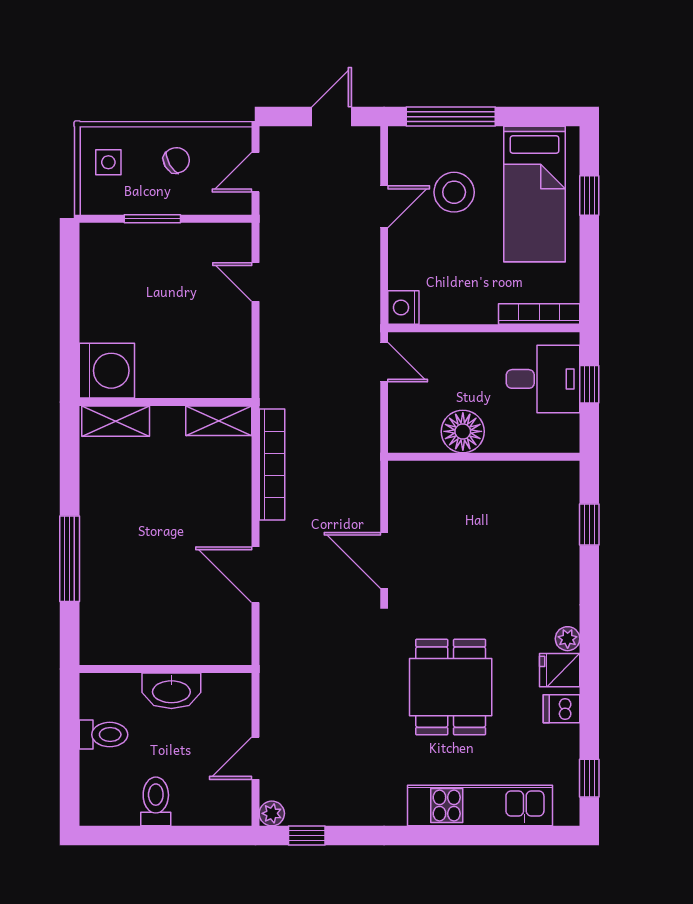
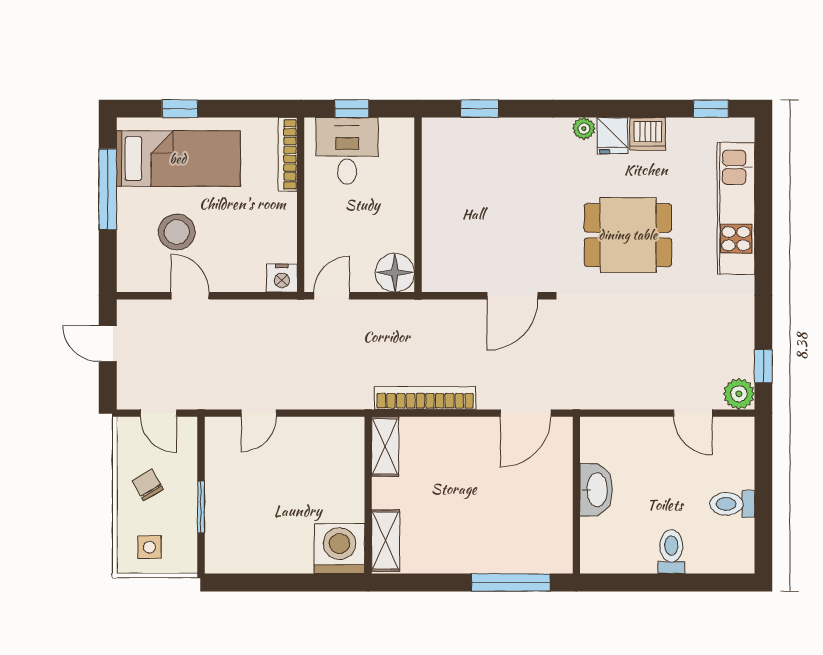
window: (451, 117) -> (108, 189), moved
floor lamp: (463, 431) -> (395, 273), moved
wall: (165, 669) -> (576, 495), moved
washbasin: (171, 691) -> (596, 490), moved
dishwasher: (561, 709) -> (648, 134), width x1.38
plant: (272, 813) -> (739, 394), width x1.38, depth x1.38

